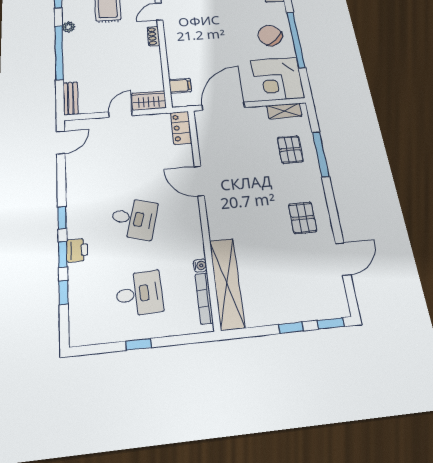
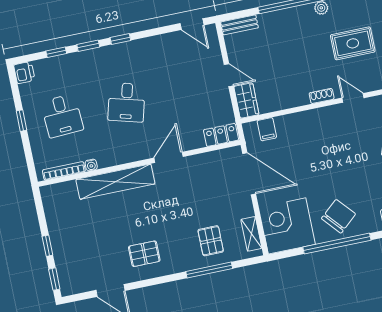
pallet: (290, 149) -> (211, 241), turned 90
printer: (77, 250) -> (24, 73), moved, turned -90
shelving: (227, 283) -> (115, 182), moved

